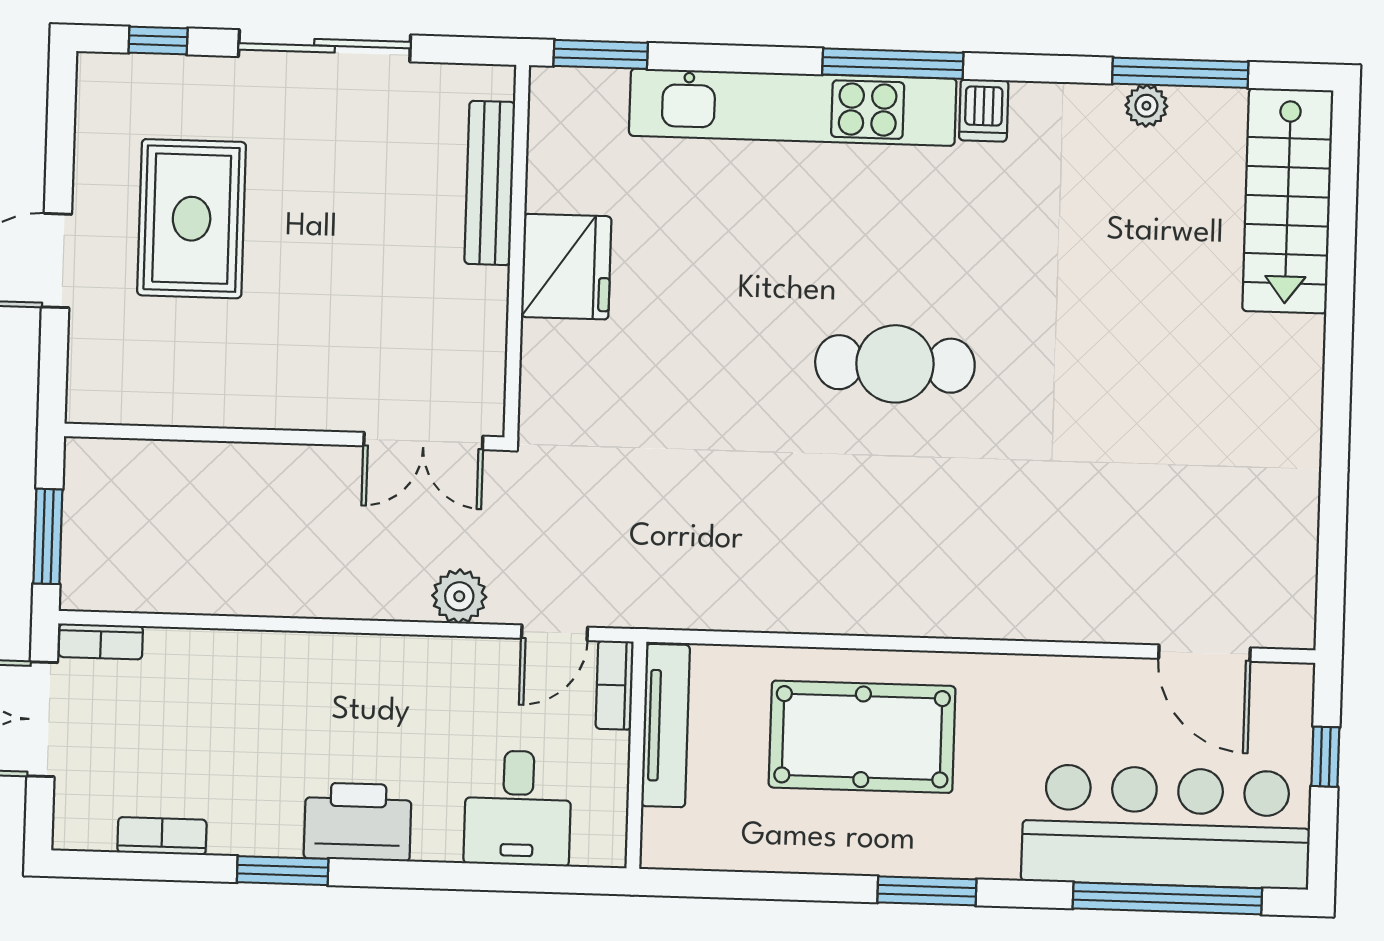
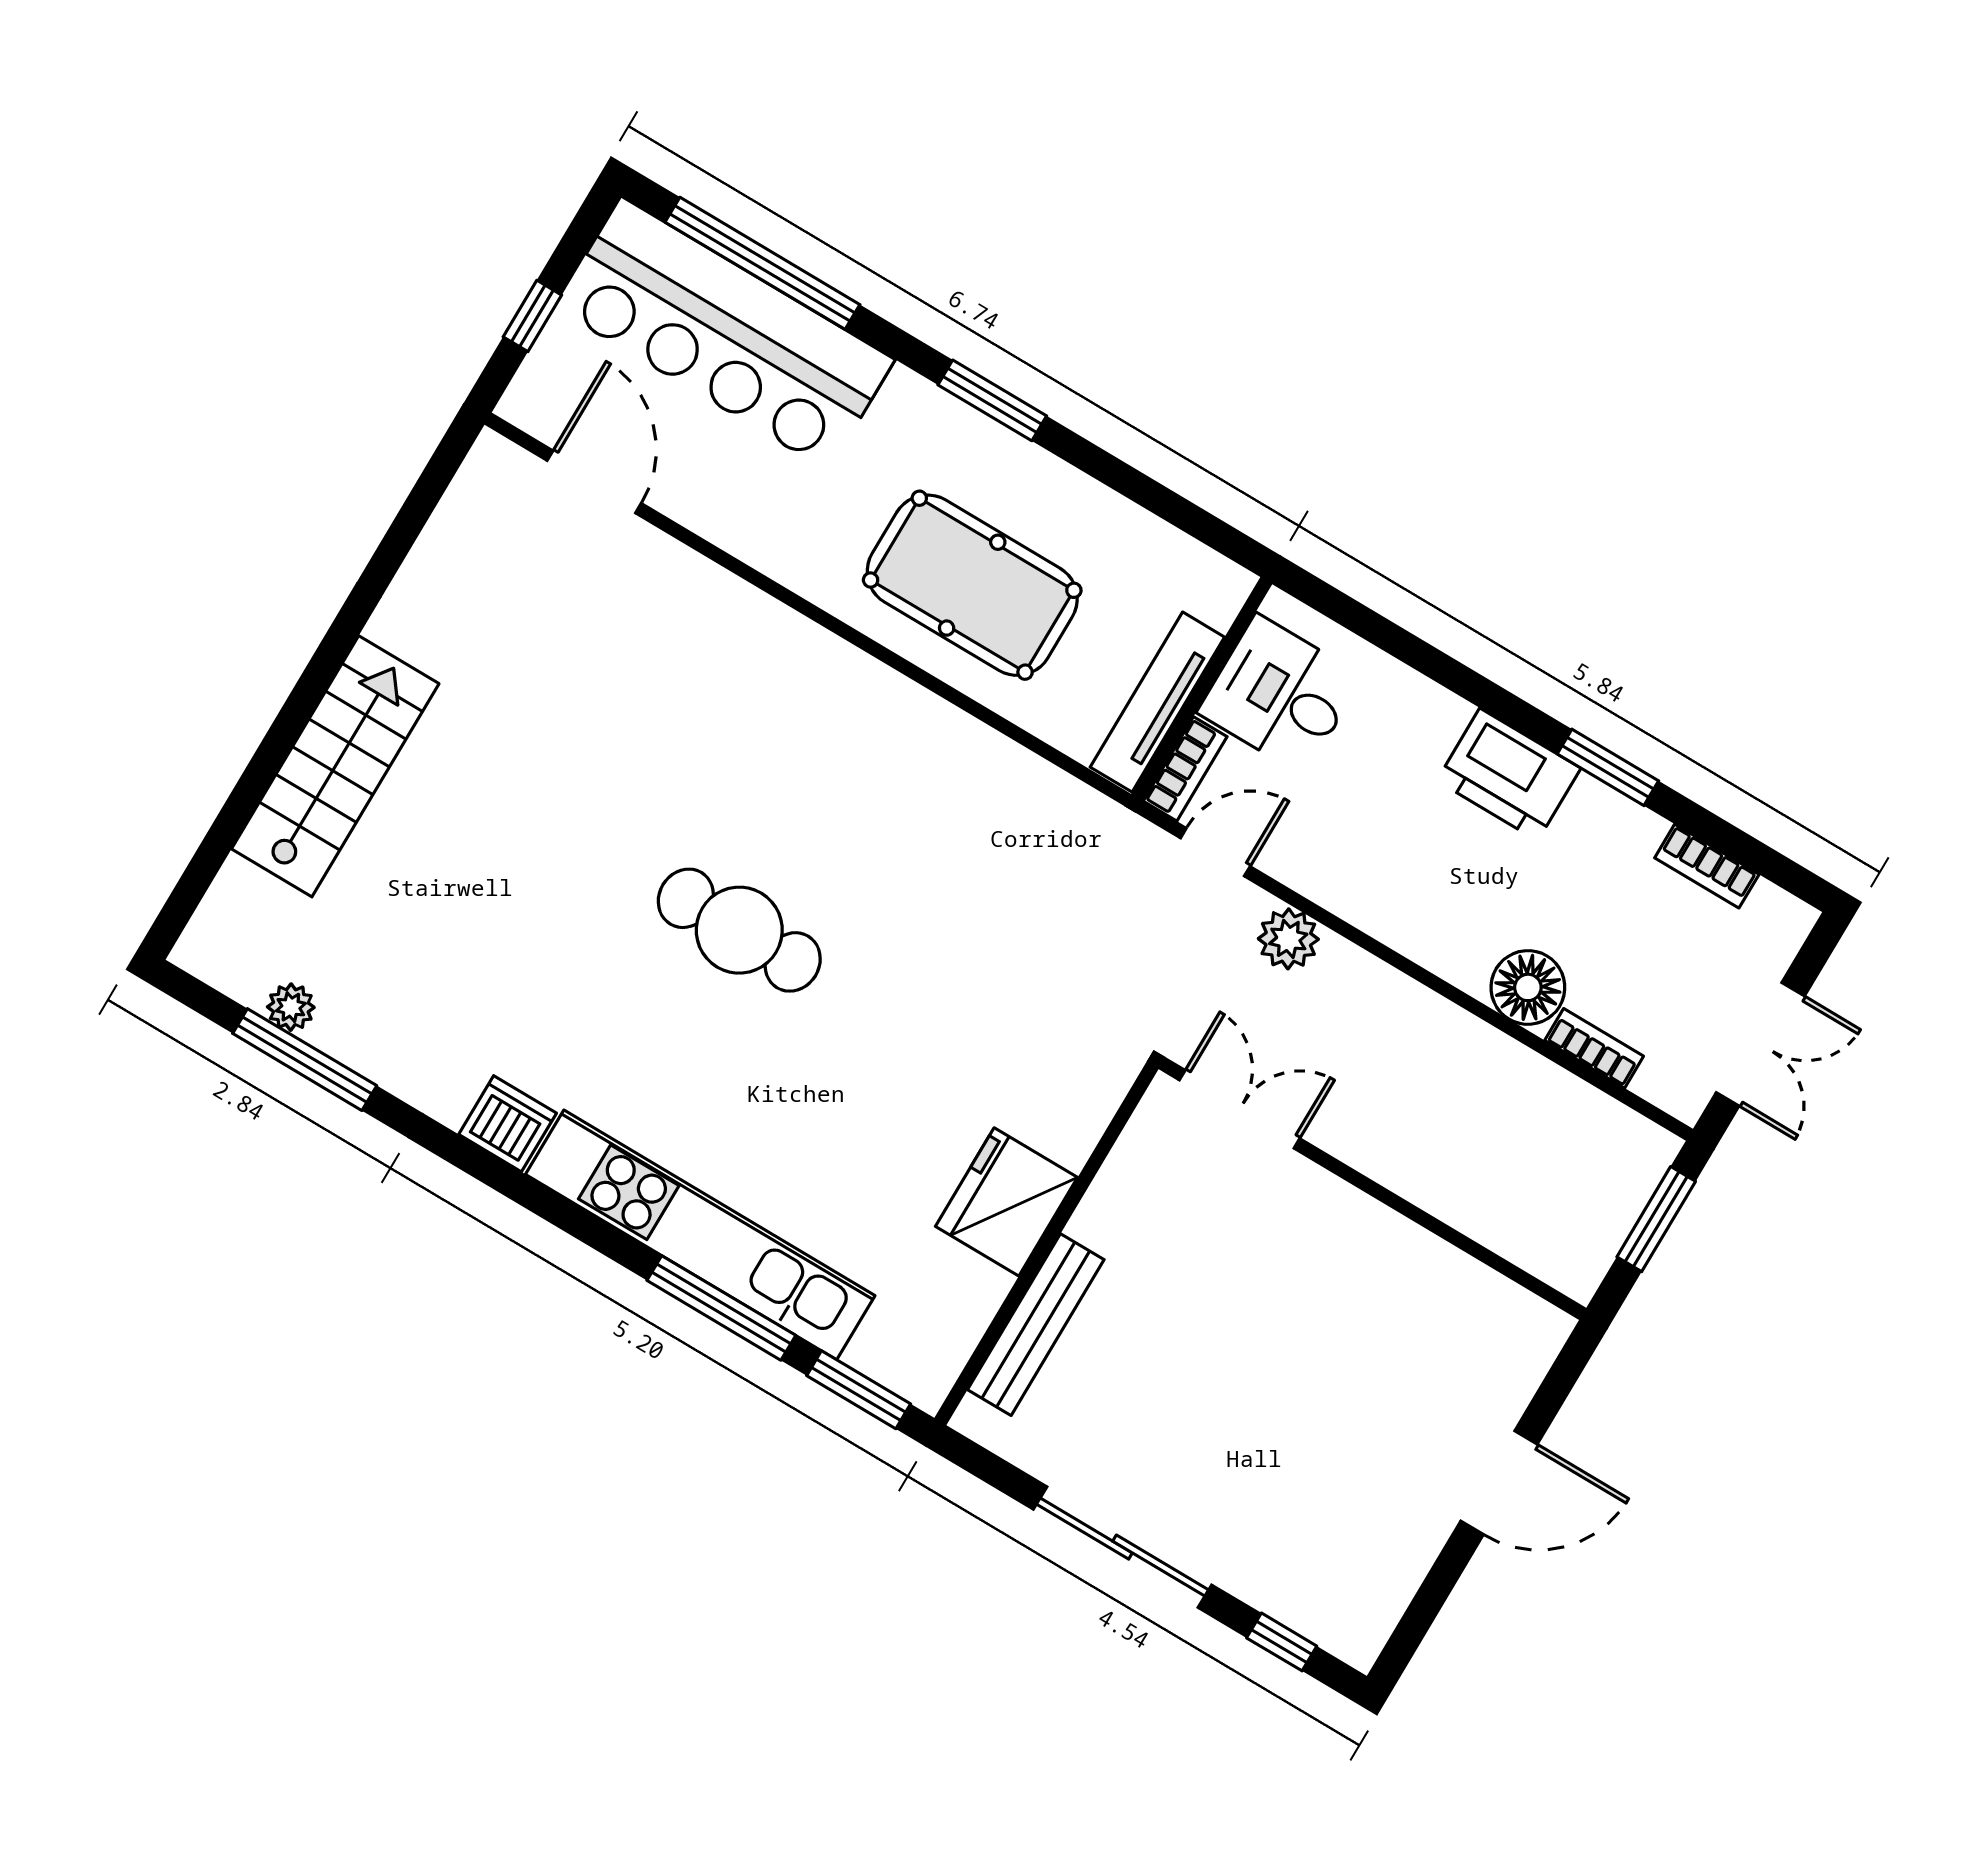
window: (893, 64) -> (721, 1308), moved
plant: (1146, 106) -> (291, 1007), moved
dishwasher: (984, 110) -> (508, 1124), width x1.38
stairs: (1288, 201) -> (335, 766), moved
rug: (192, 219) -> (1345, 1451), removed
bookcase: (101, 641) -> (1594, 1048), moved
floor lamp: (250, 663) -> (1528, 987), added
desk: (518, 808) -> (1280, 695), moved, turned -90

